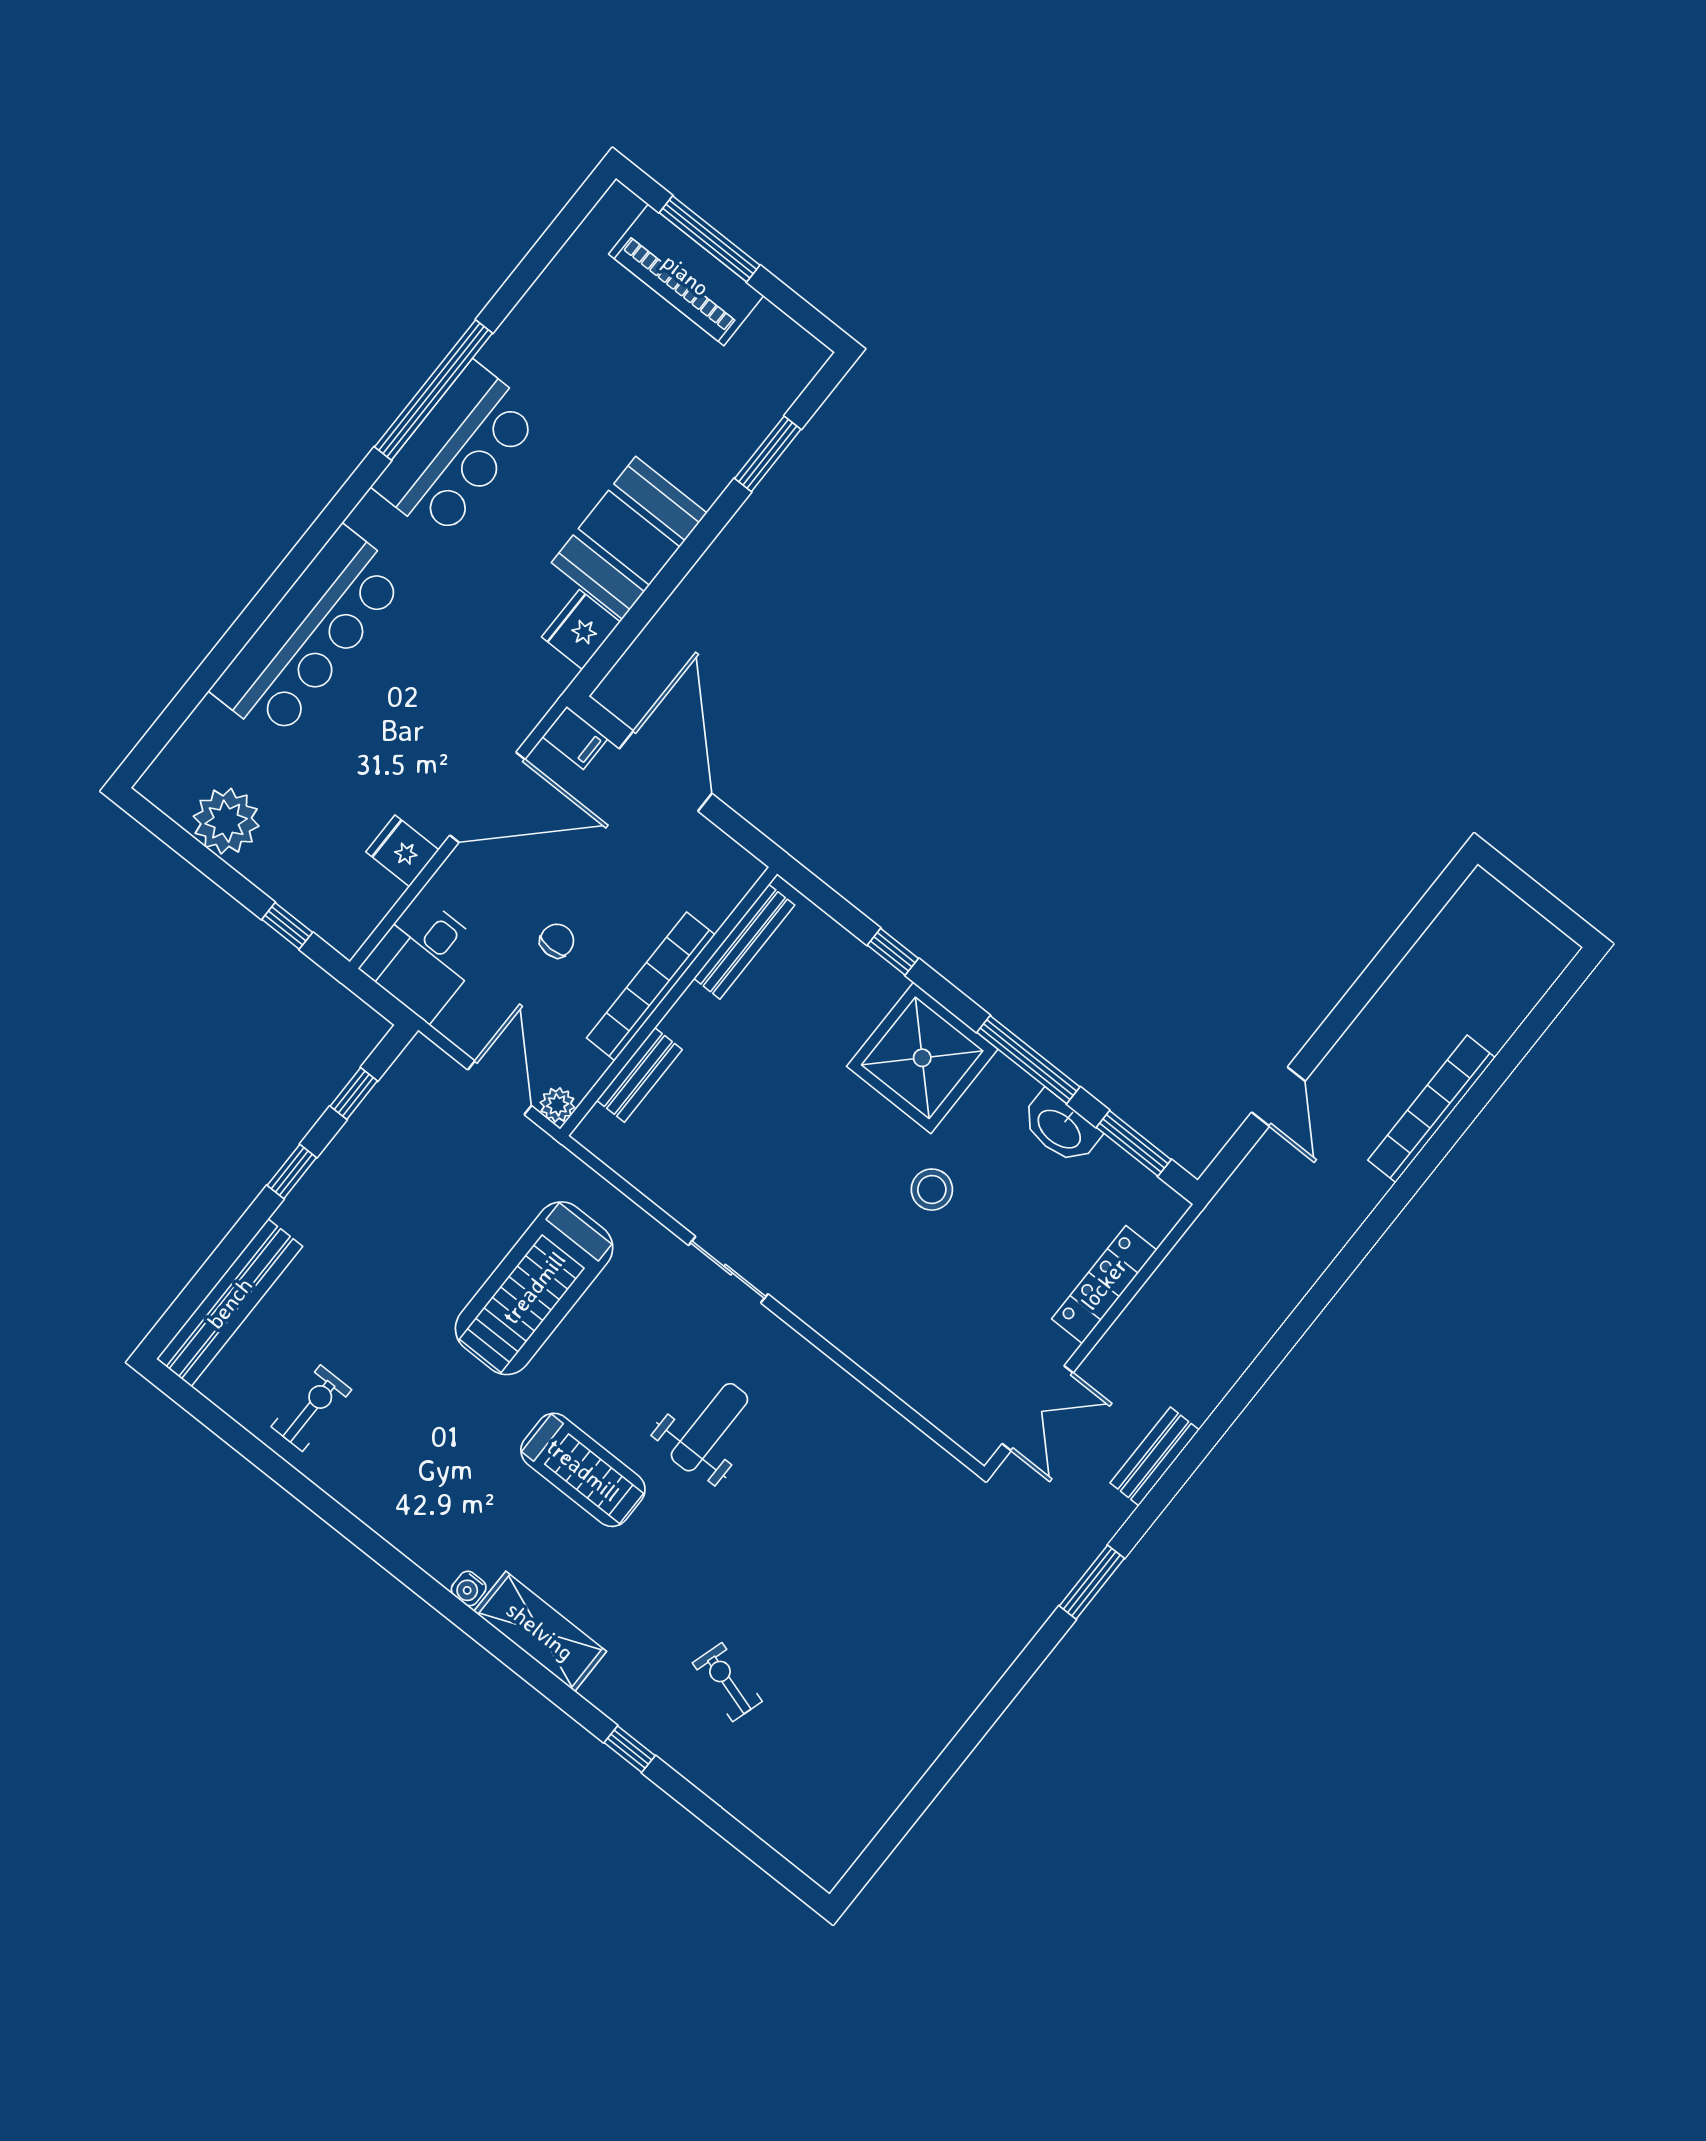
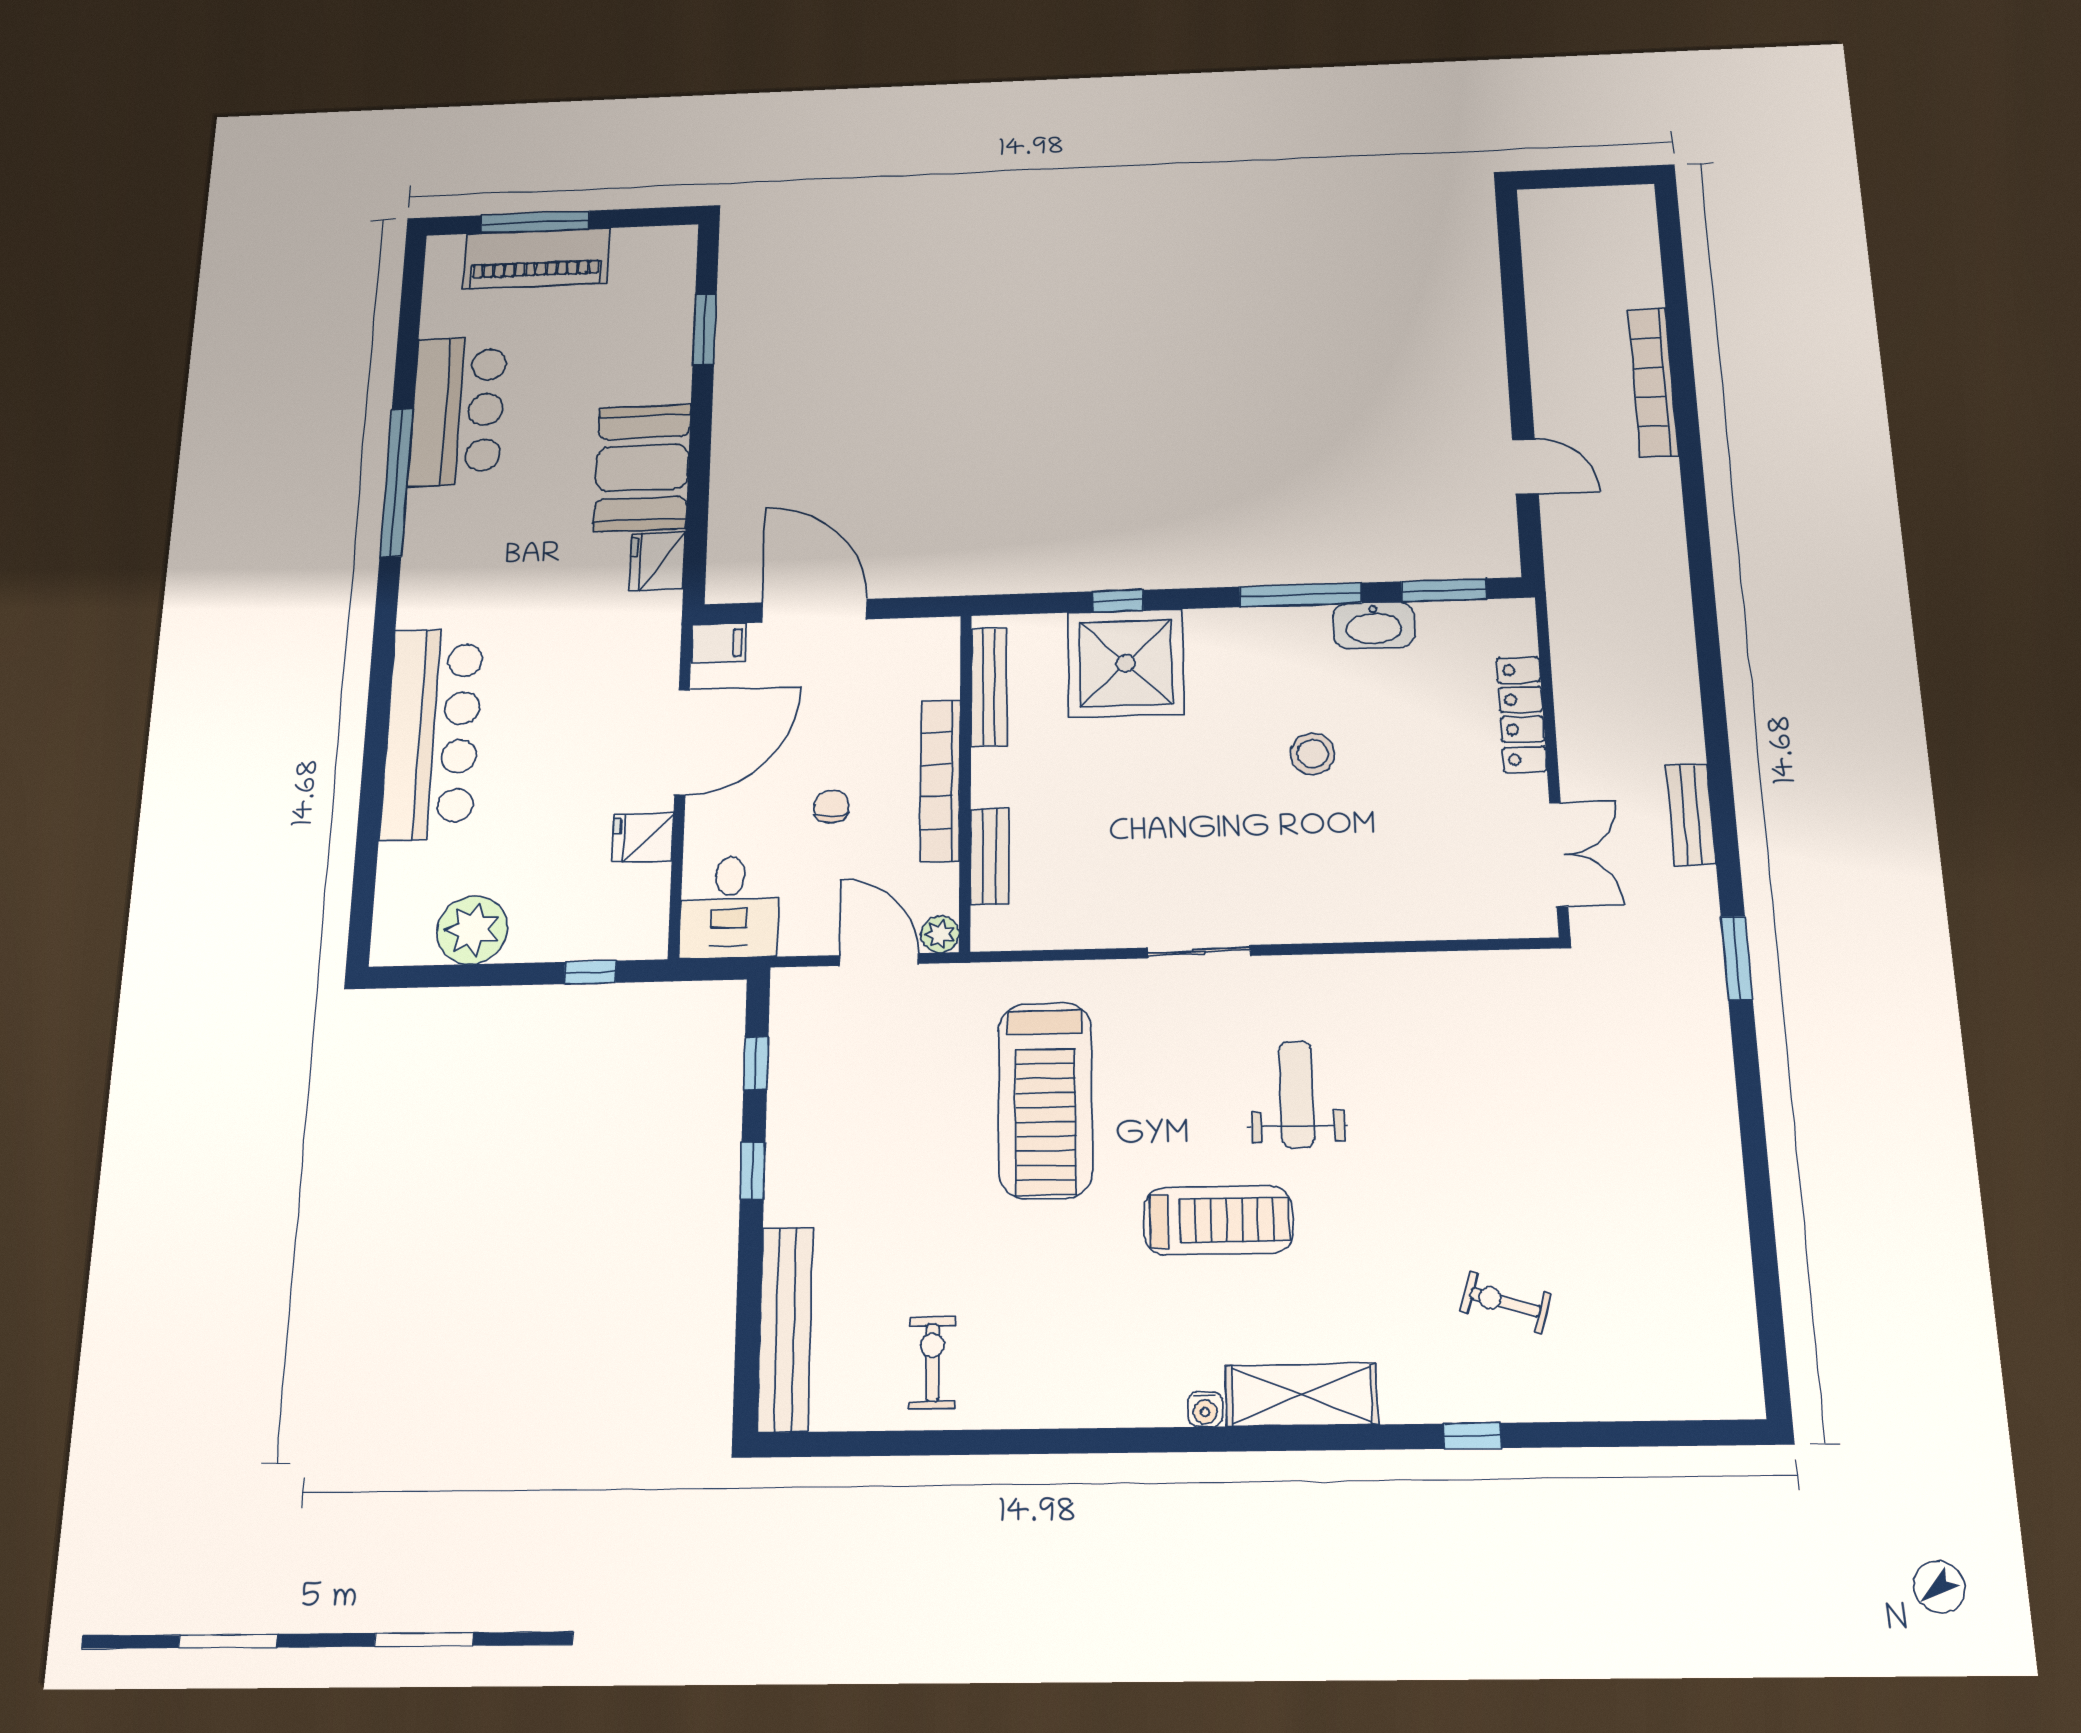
bar counter: (457, 451) -> (458, 411), moved
shower: (922, 1058) -> (1126, 663), moved

